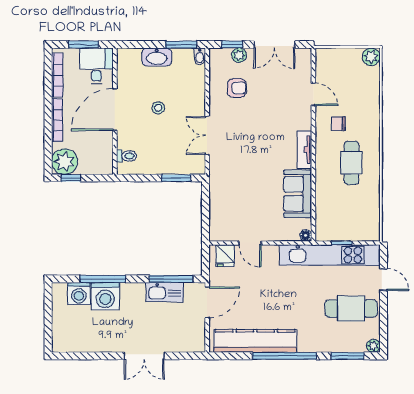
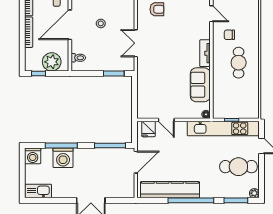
plant: (64, 162) -> (52, 62), moved
kitchen sink: (165, 292) -> (38, 191), moved, turned 180
washing machine: (79, 293) -> (33, 156), moved

